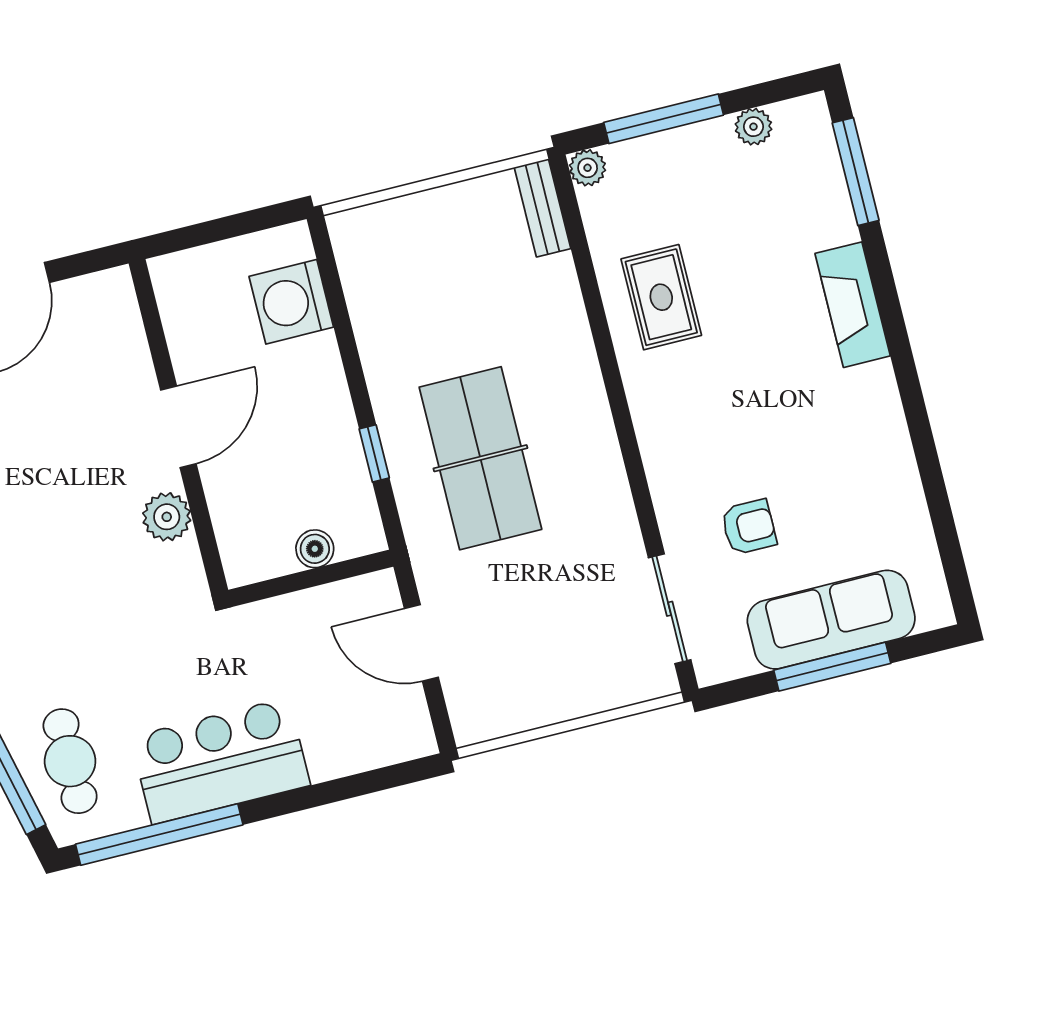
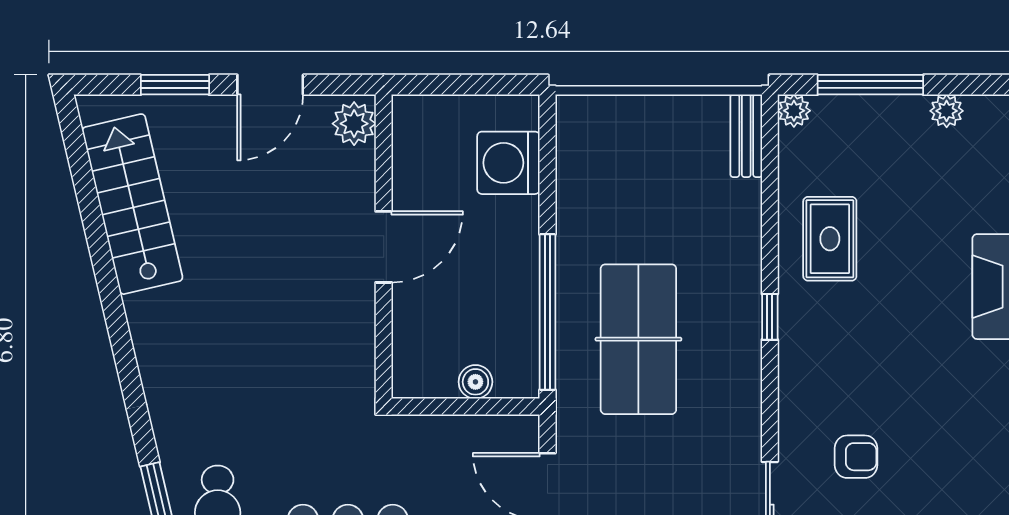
window: (617, 398) -> (770, 317), added
window: (374, 453) -> (547, 312), width x3.17
plant: (167, 517) -> (354, 124), moved

